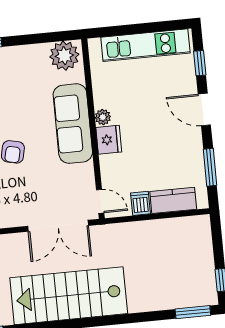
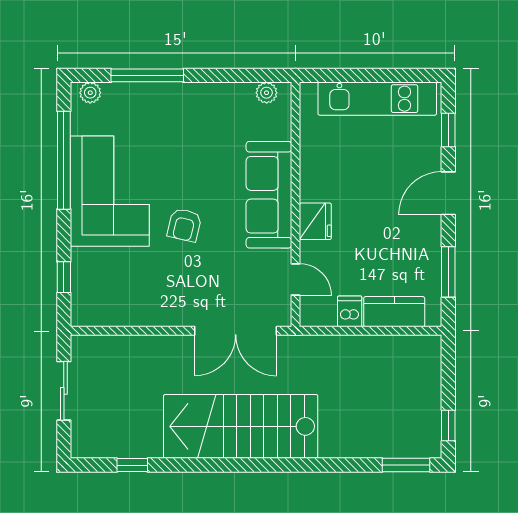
plant: (64, 56) -> (267, 93), width x0.53, depth x0.53
door: (204, 110) -> (448, 193), hinge flipped
plant: (103, 117) -> (310, 190), removed
door: (100, 201) -> (296, 279), moved

